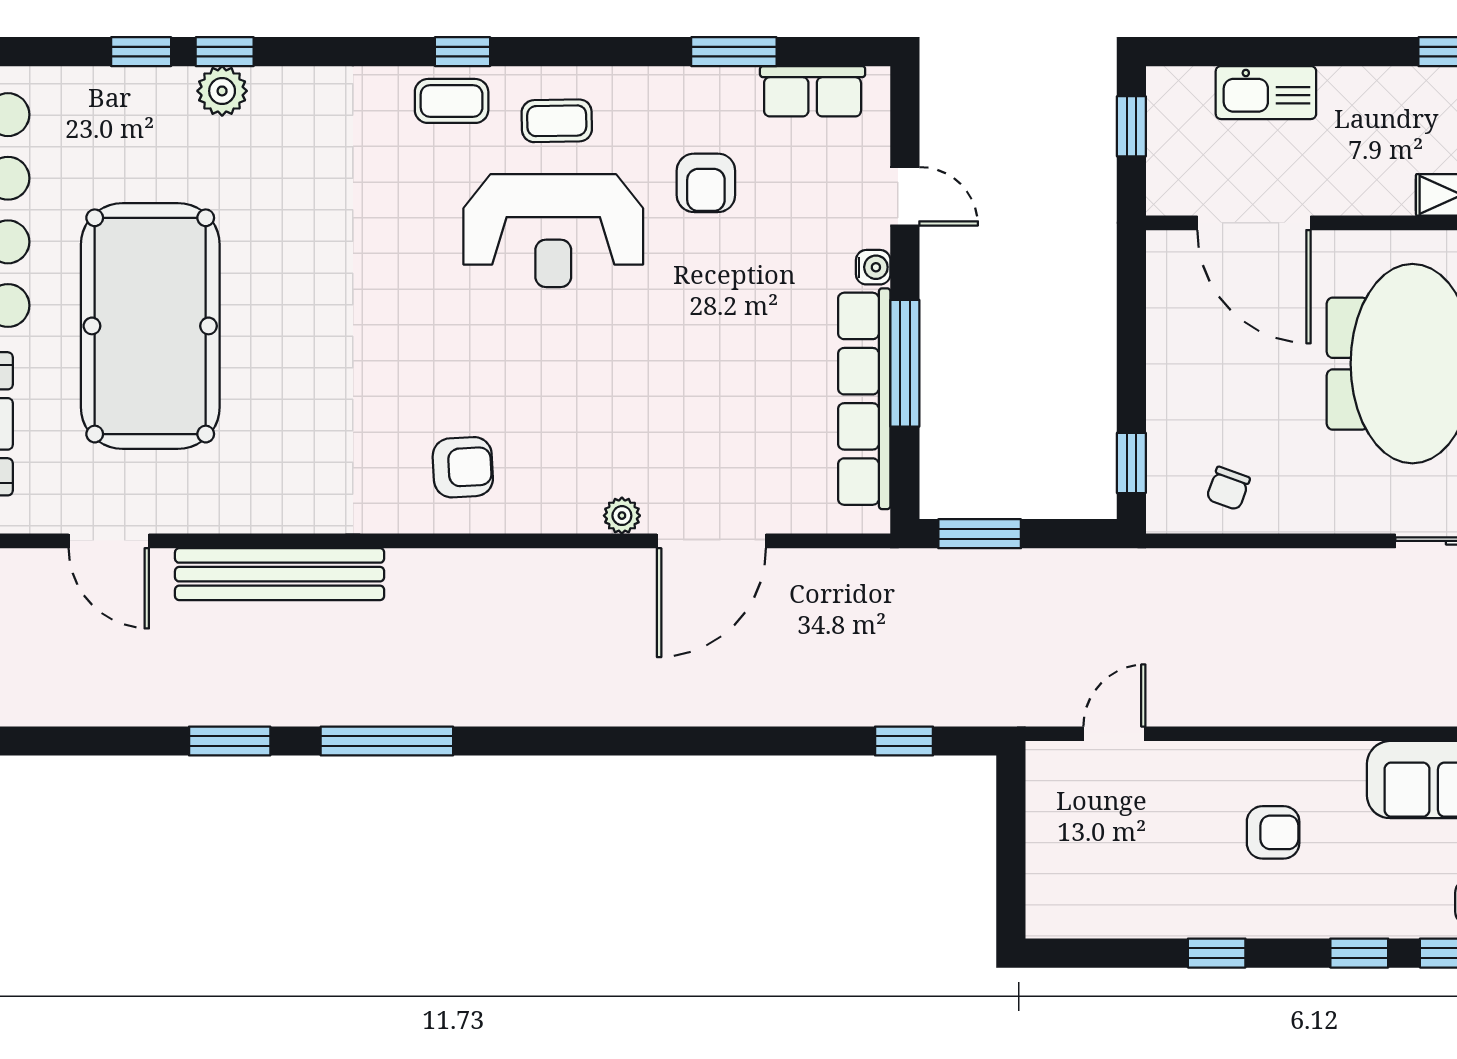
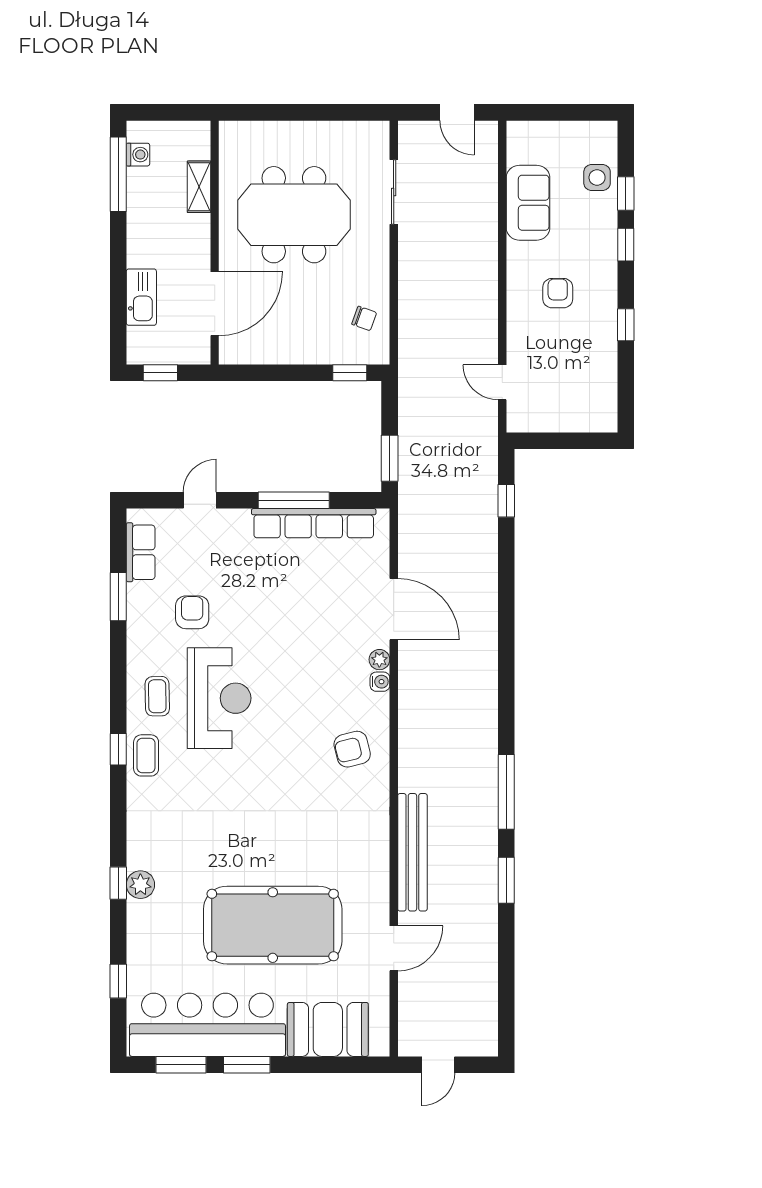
window: (141, 52) -> (118, 981), moved
armchair: (706, 183) -> (192, 612), turned -90
water cooler: (873, 267) -> (380, 682), moved, turned 90
armchair: (463, 467) -> (352, 749), turned -101

